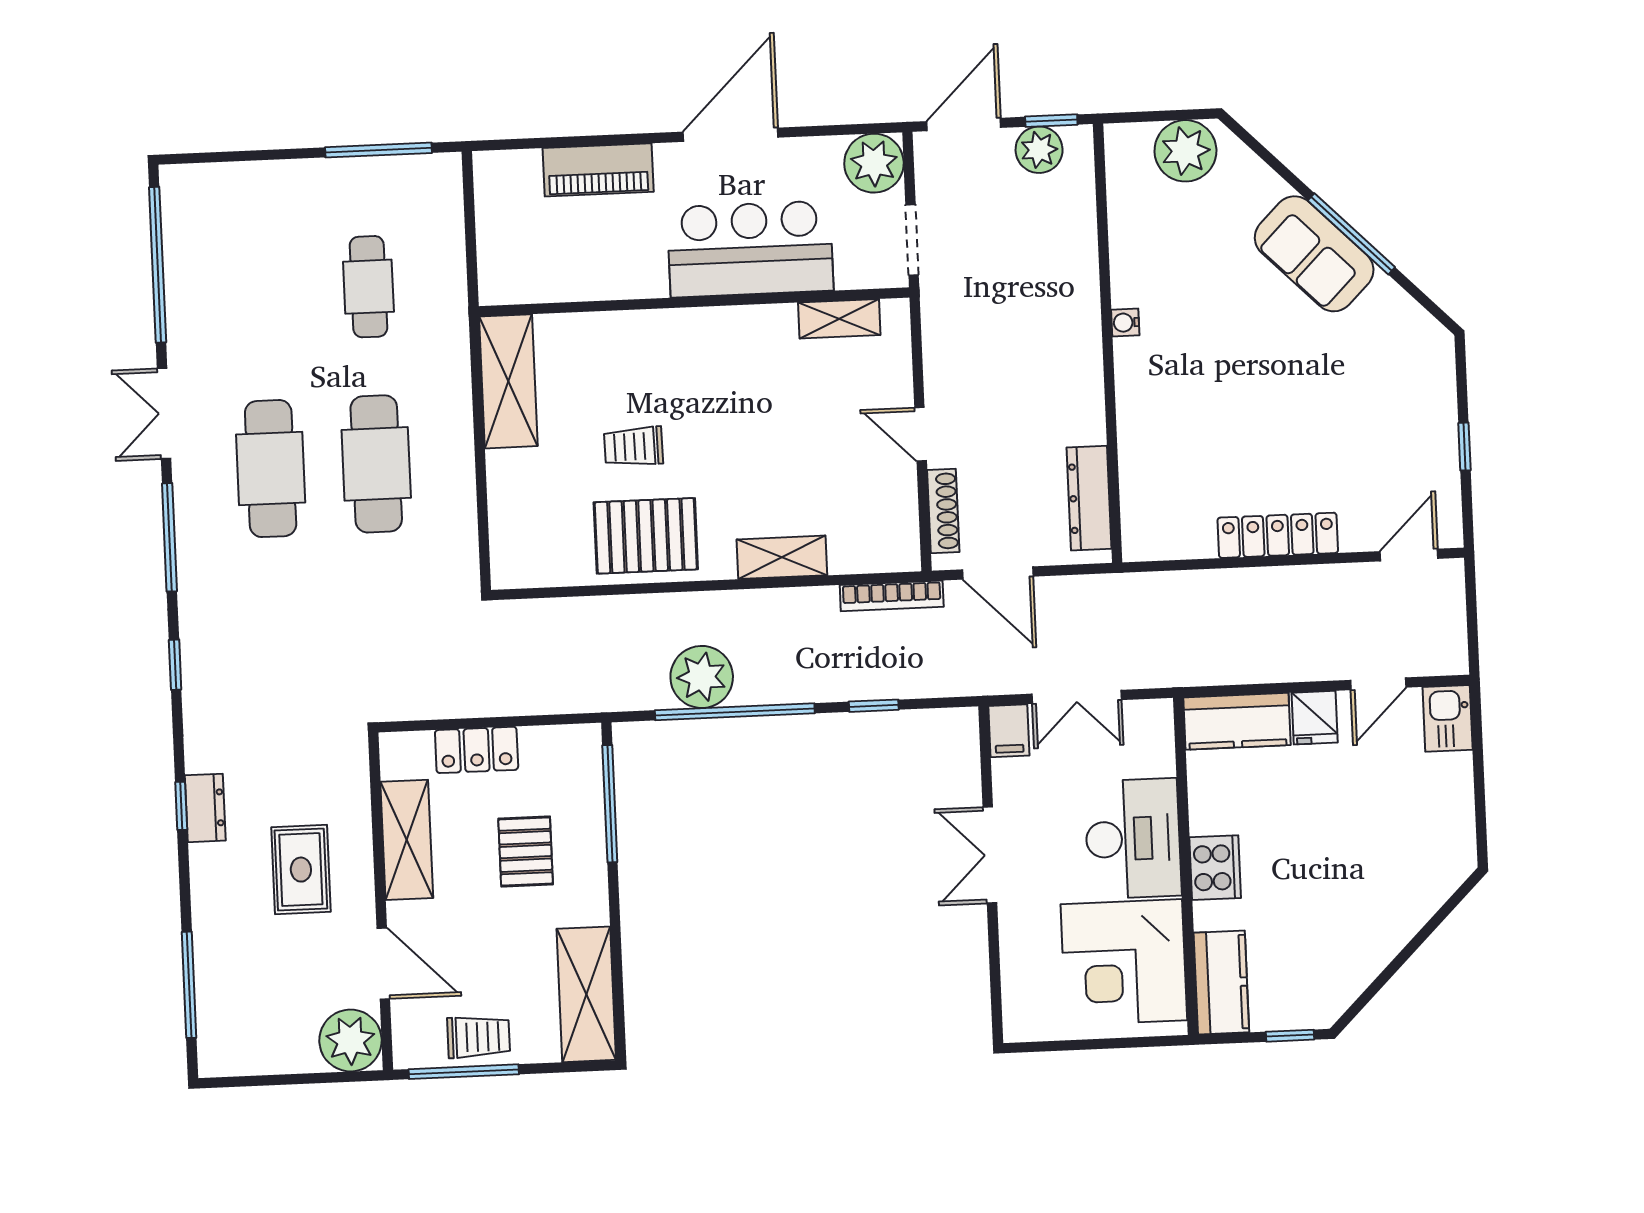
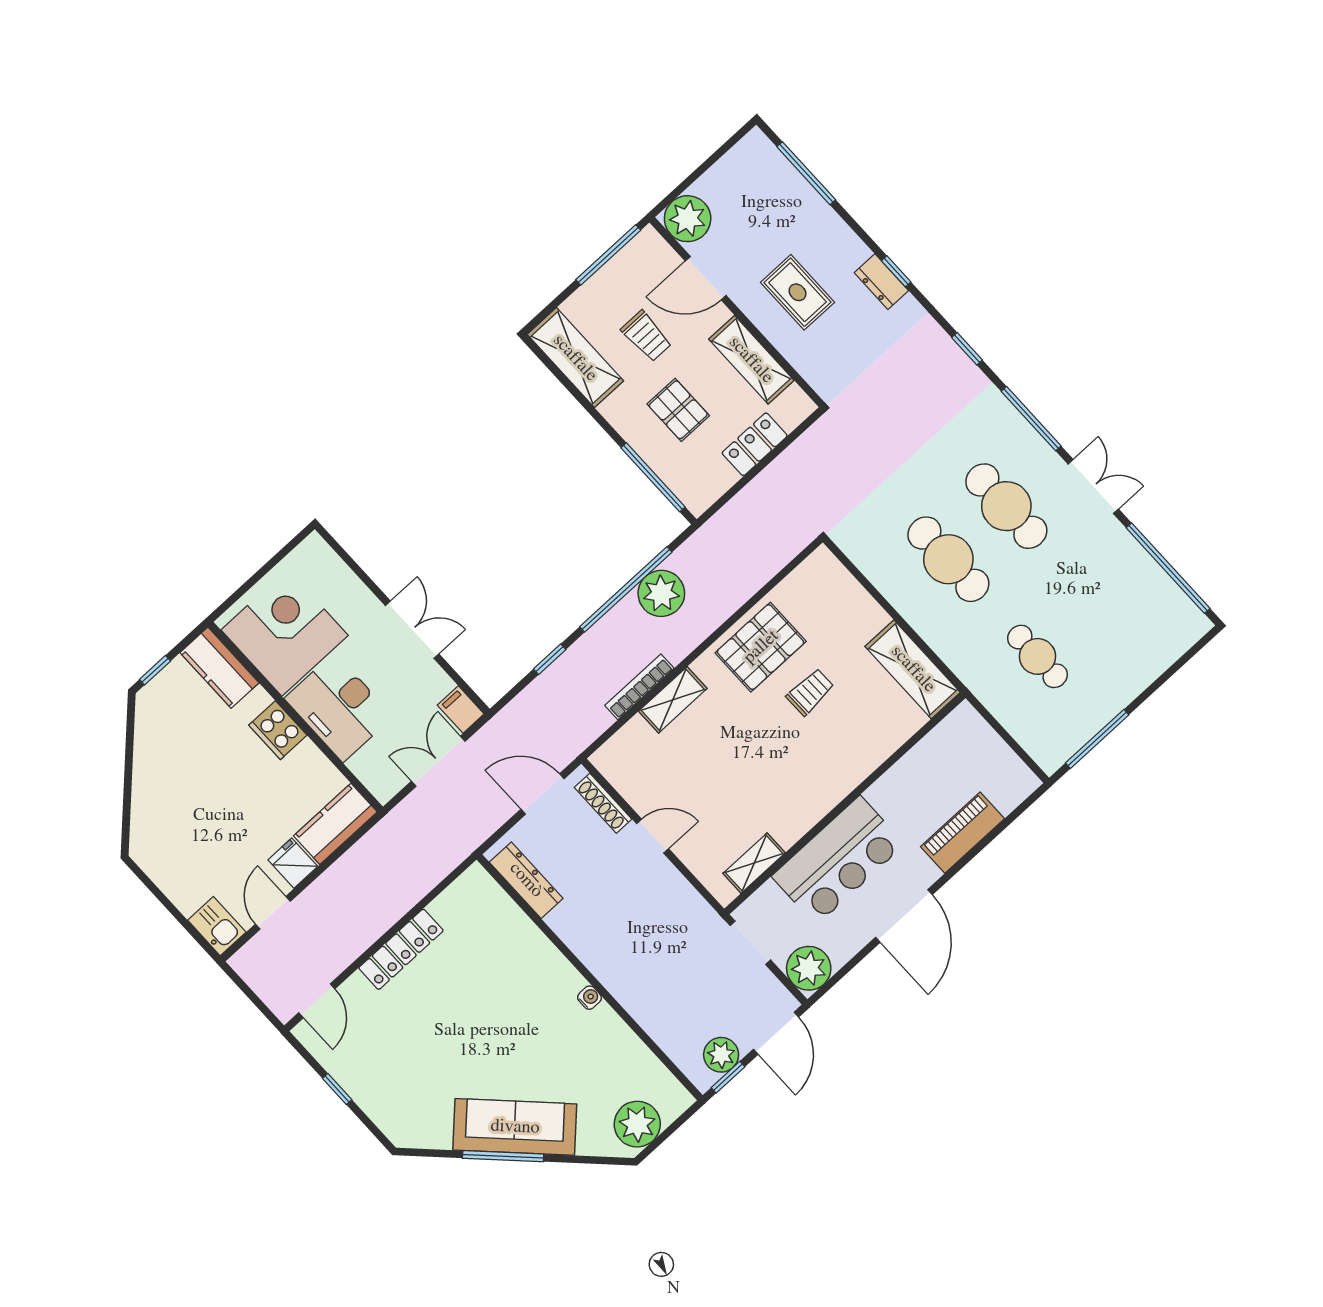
sofa: (1314, 254) -> (515, 1127), width x1.36
bookcase: (892, 596) -> (639, 687), moved
trolley: (479, 1037) -> (646, 336), moved, turned -90

